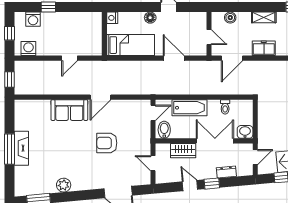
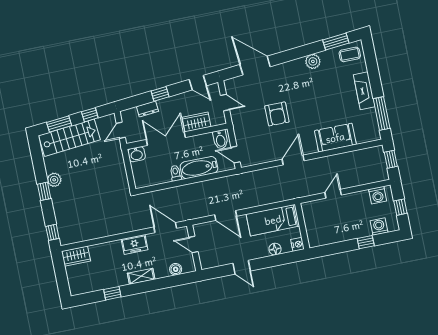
floor lamp: (150, 18) -> (275, 249), moved
door: (232, 58) -> (165, 228), hinge flipped
toilet: (225, 107) -> (176, 173), moved
sofa: (69, 110) -> (335, 138), moved
door: (153, 113) -> (236, 155), hinge flipped
double door: (215, 141) -> (166, 139), swing flipped
armchair: (107, 143) -> (277, 114), turned 90
window: (9, 149) -> (382, 114), moved
coffee table: (28, 185) -> (350, 54), added
door: (190, 186) -> (198, 83), moved

